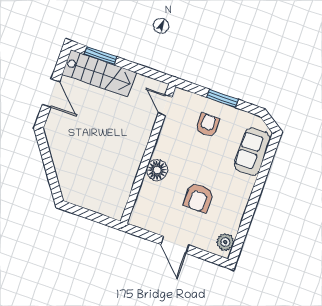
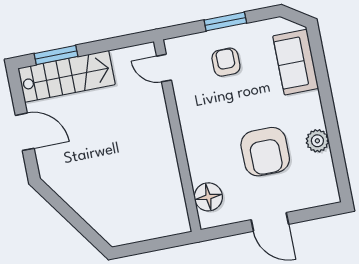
floor lamp: (157, 170) -> (208, 197), moved
armchair: (199, 198) -> (265, 152), width x1.36, depth x1.36
plant: (225, 242) -> (317, 141), moved

